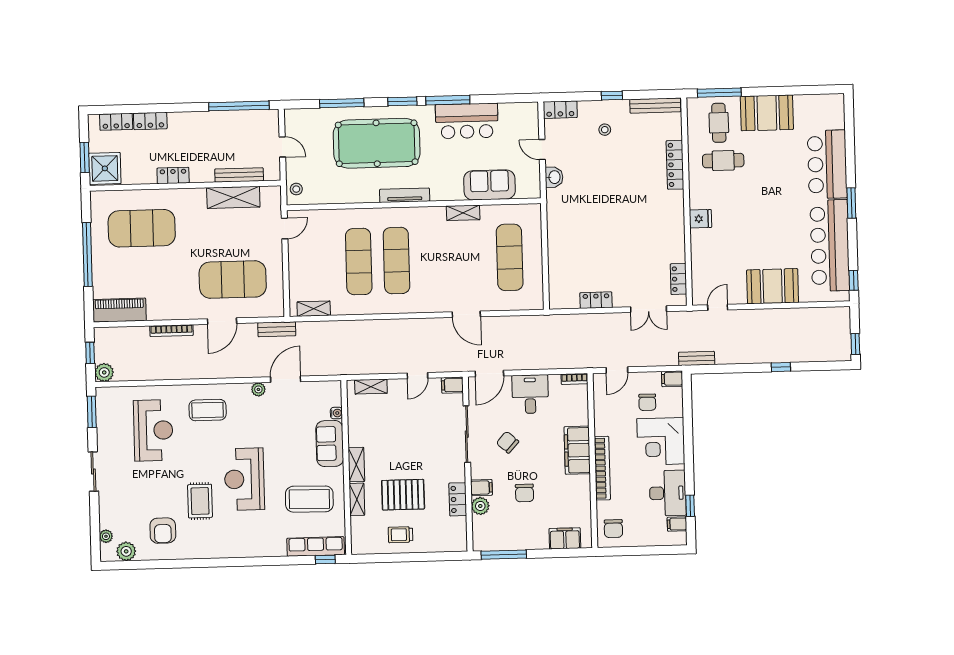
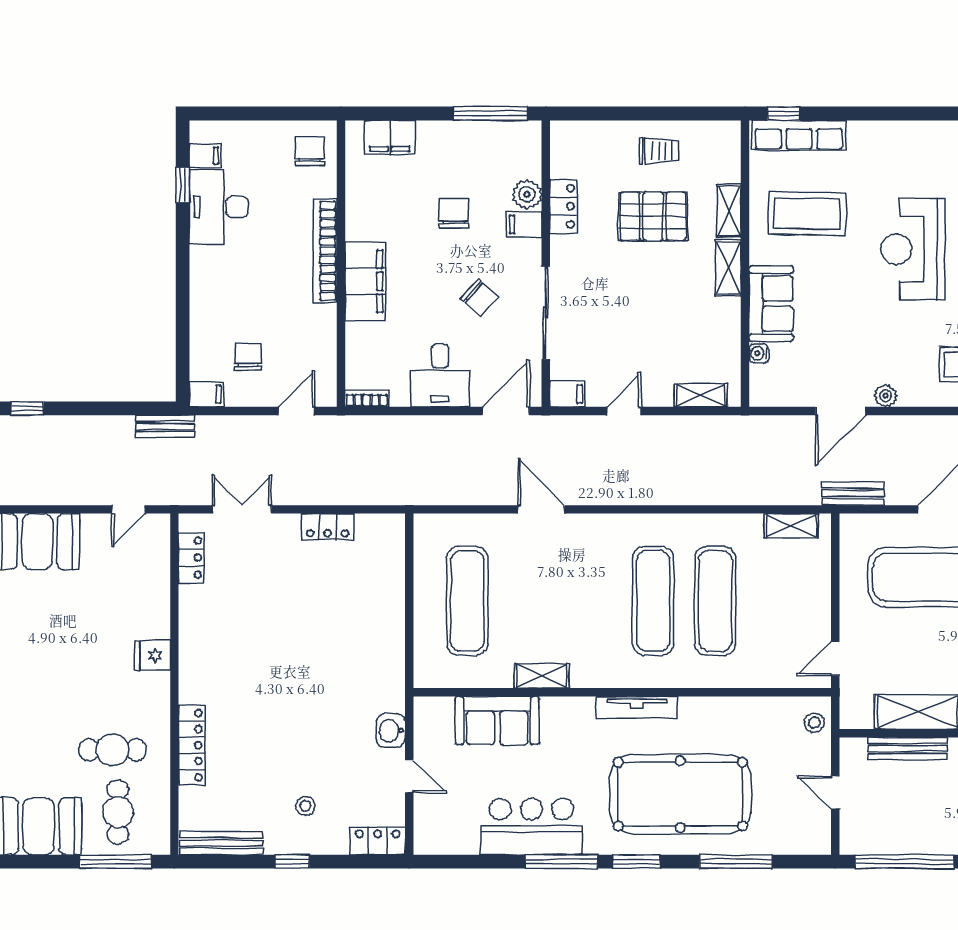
corner desk: (661, 441) -> (228, 292), removed
reception desk: (244, 479) -> (913, 249), turned 180

